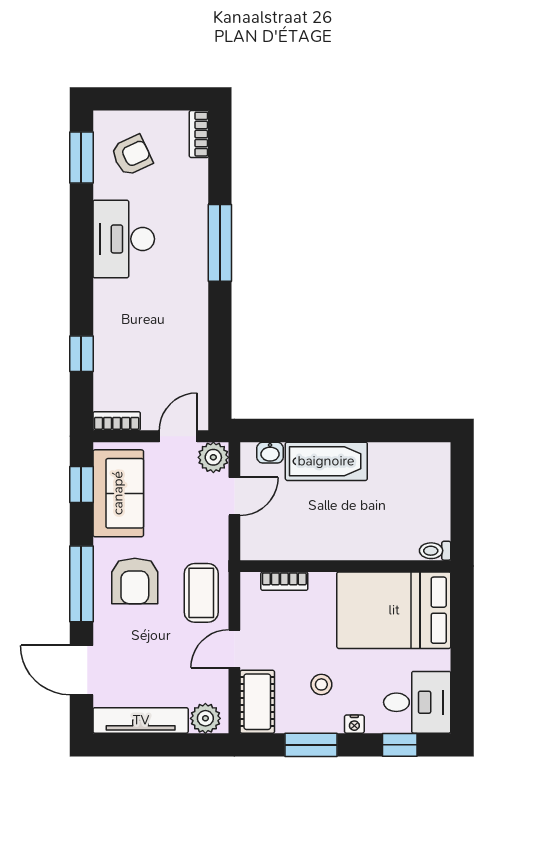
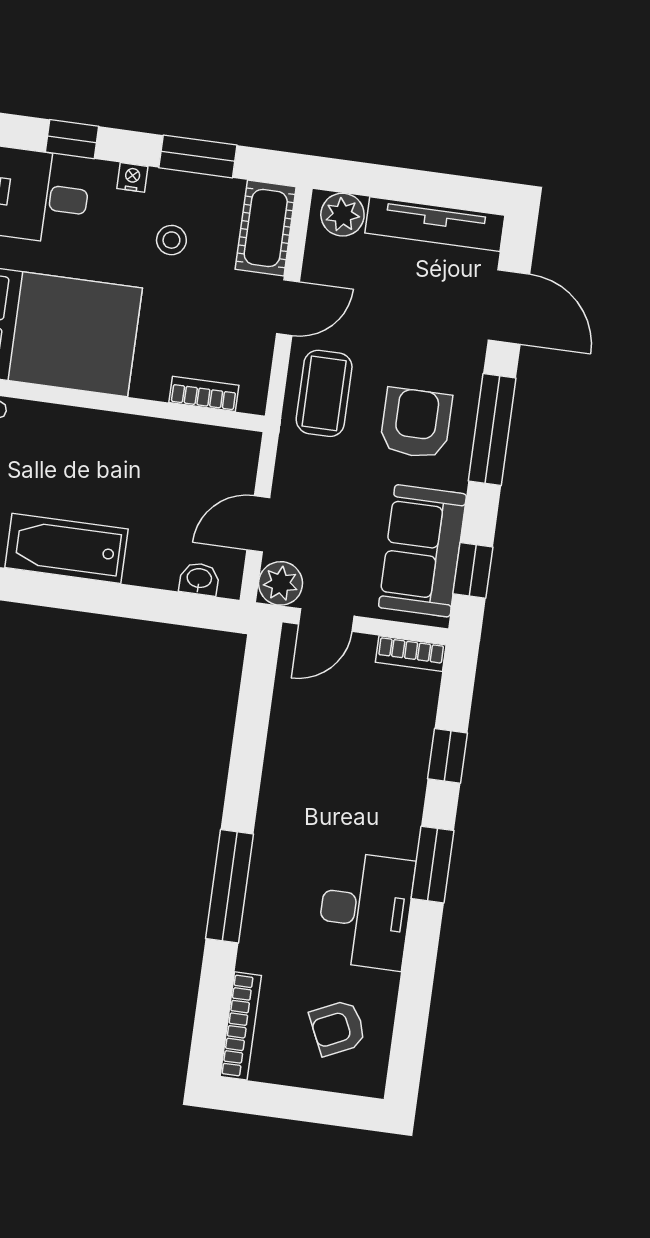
bookcase: (199, 134) -> (241, 1026), width x1.56
window: (81, 157) -> (433, 865), moved
bathtub: (326, 461) -> (66, 548), moved

